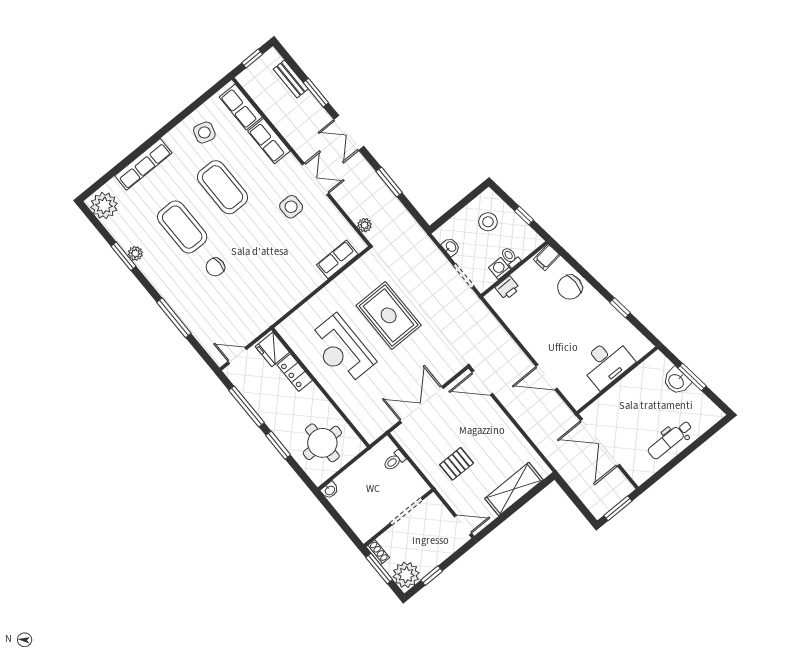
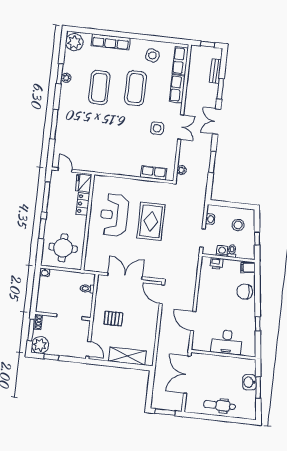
chair: (215, 267) -> (96, 120), removed

